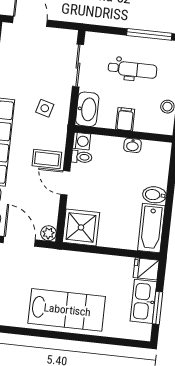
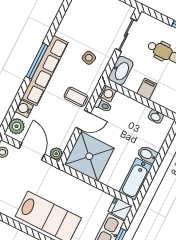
washbasin: (133, 145) -> (156, 116), moved
door: (65, 183) -> (83, 120), swing flipped
shower: (81, 227) -> (89, 156), width x1.37, depth x1.37

